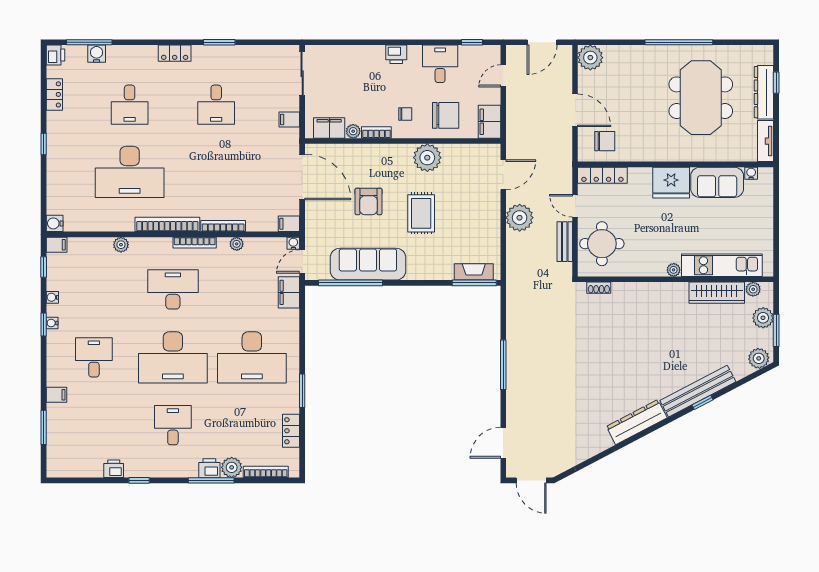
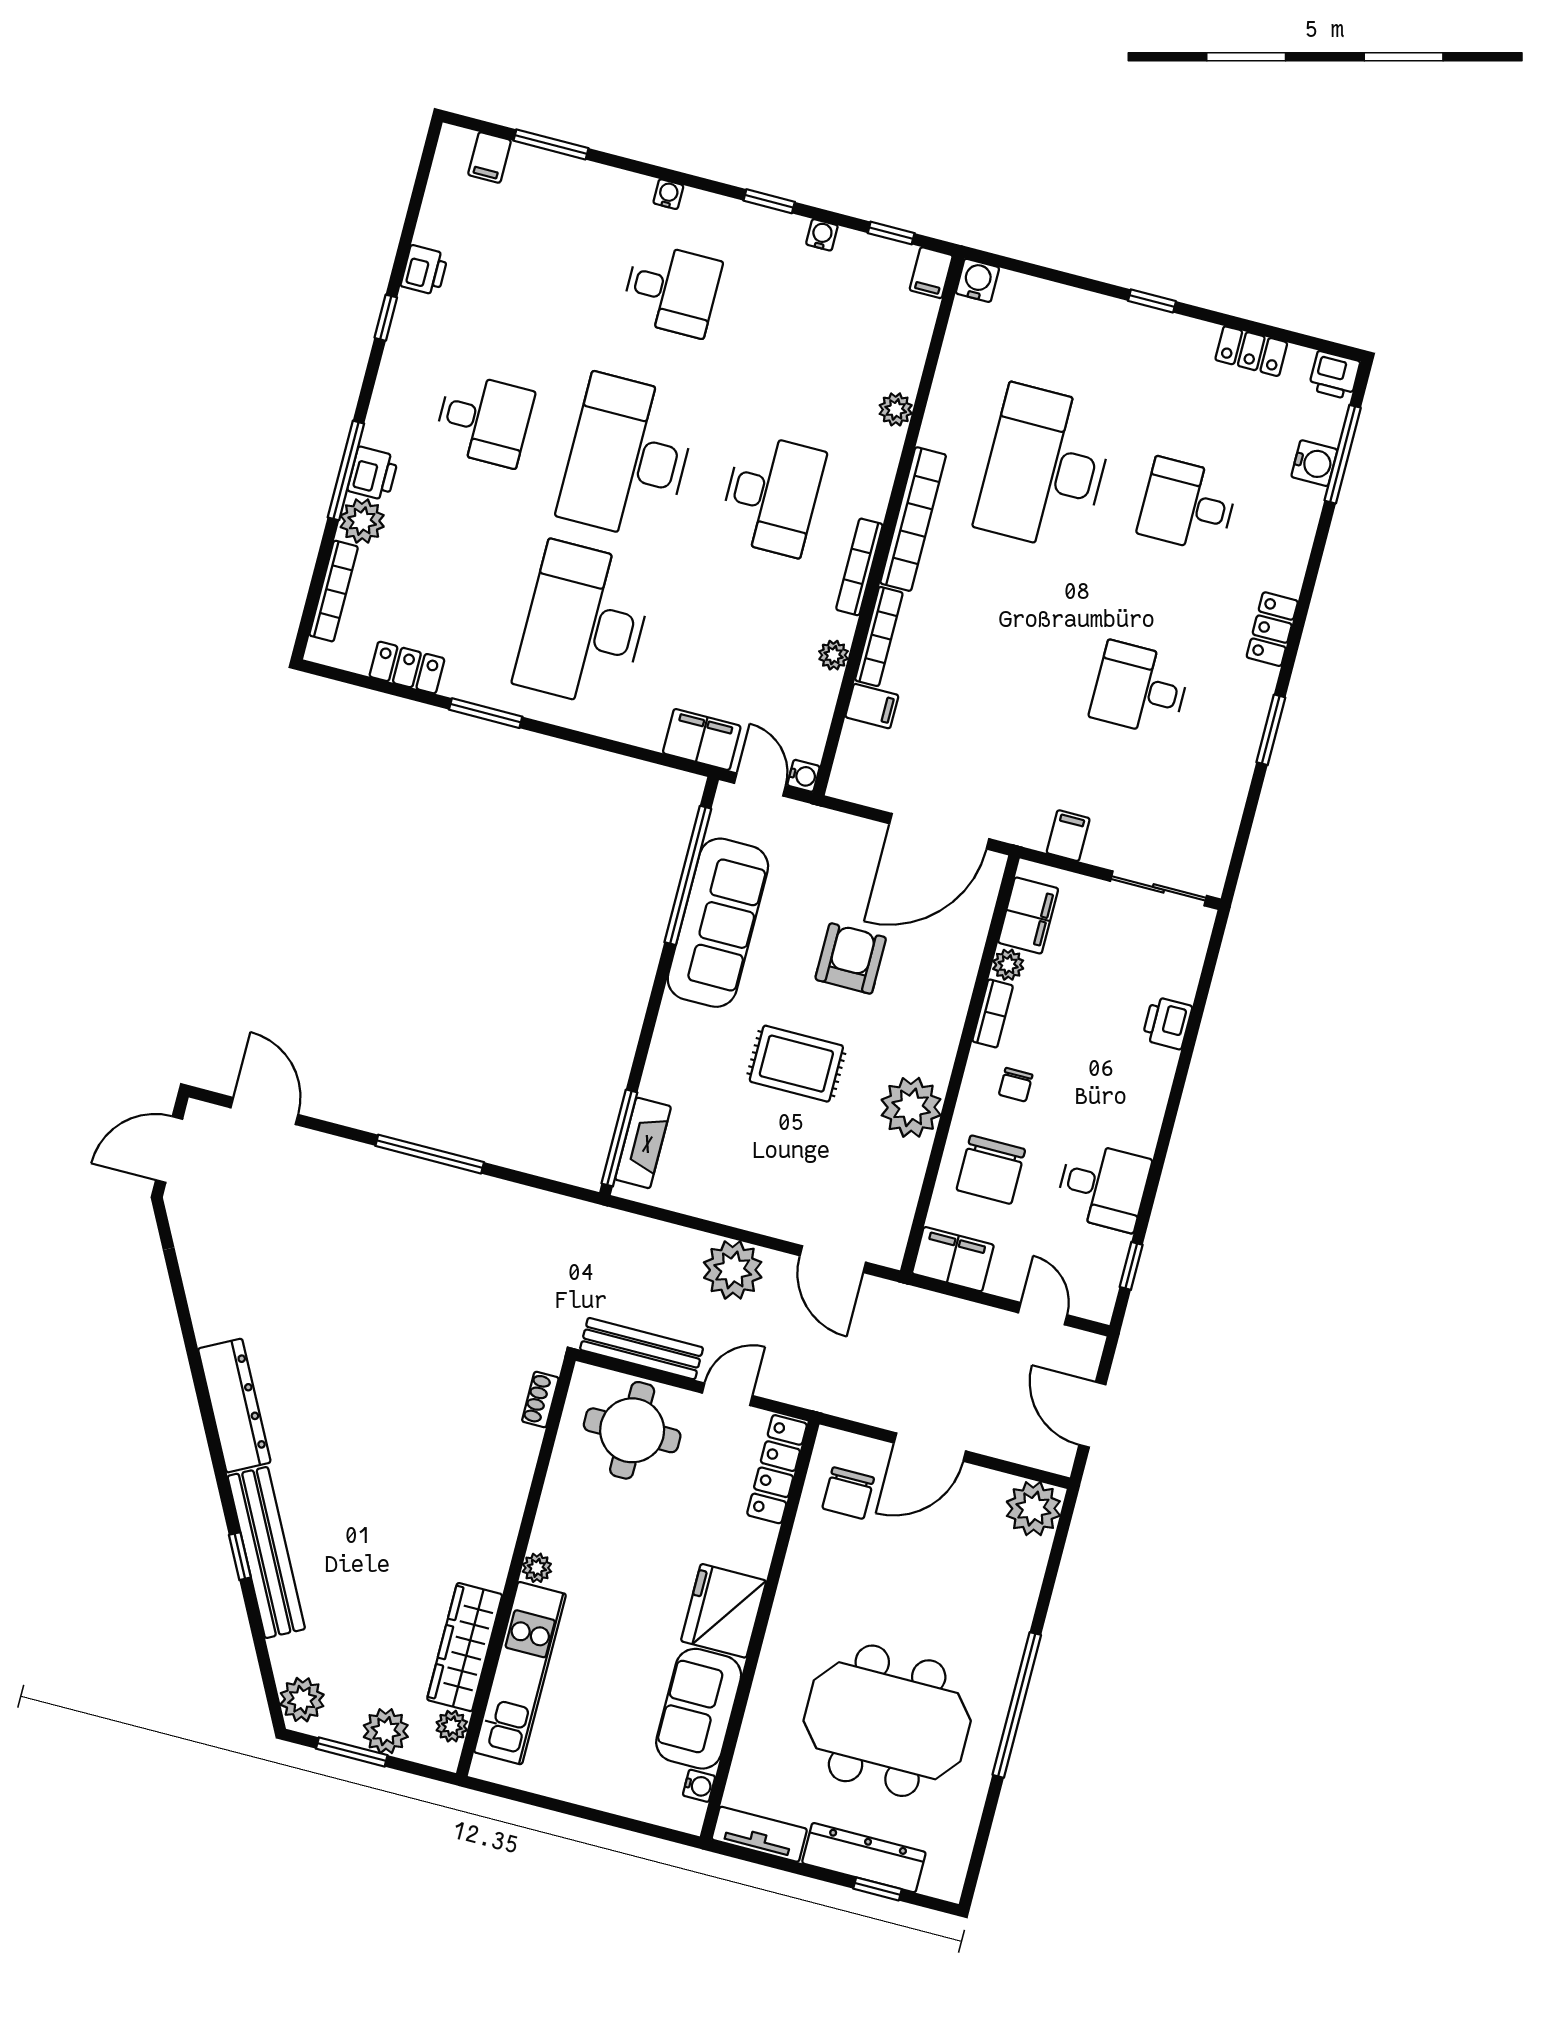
printer: (396, 54) -> (1167, 1023), moved
armchair: (368, 201) -> (851, 958), turned 90
filing cabinet: (289, 224) -> (872, 706), moved, turned 90
bench: (565, 242) -> (642, 1349), width x1.36
water cooler: (52, 323) -> (668, 194), moved
filing cabinet: (56, 395) -> (490, 158), moved

